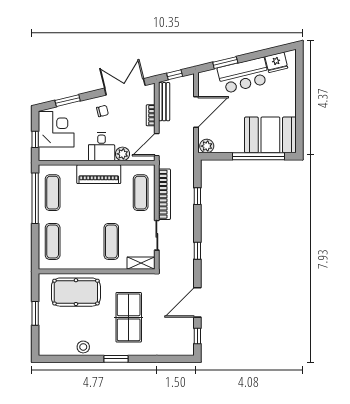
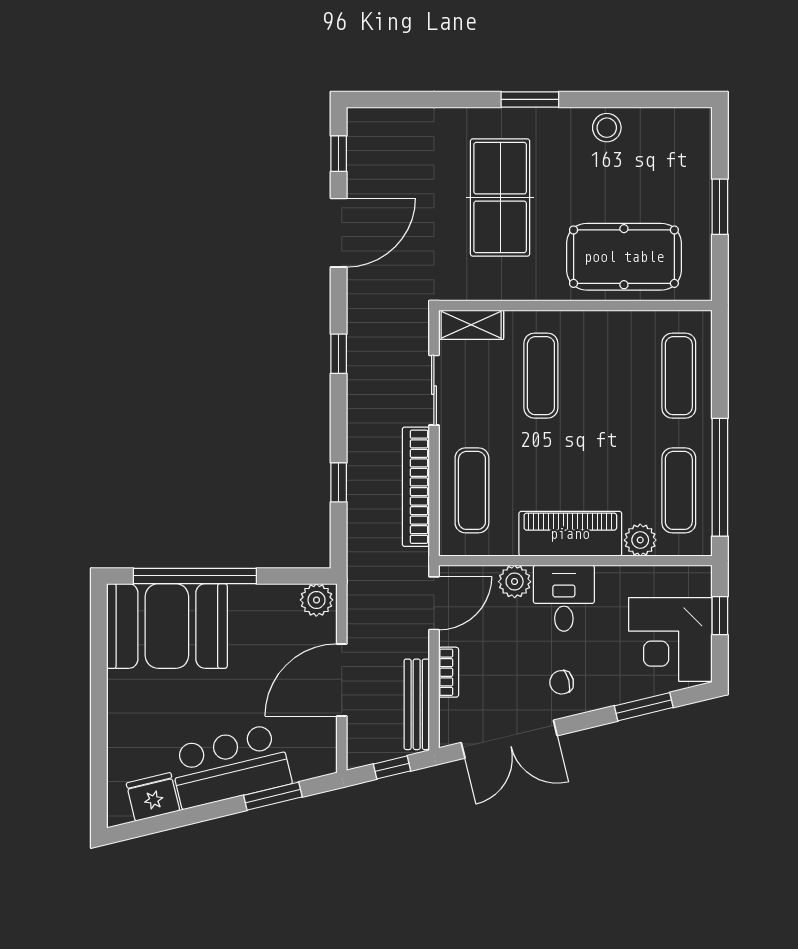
plant: (69, 172) -> (640, 540), added

